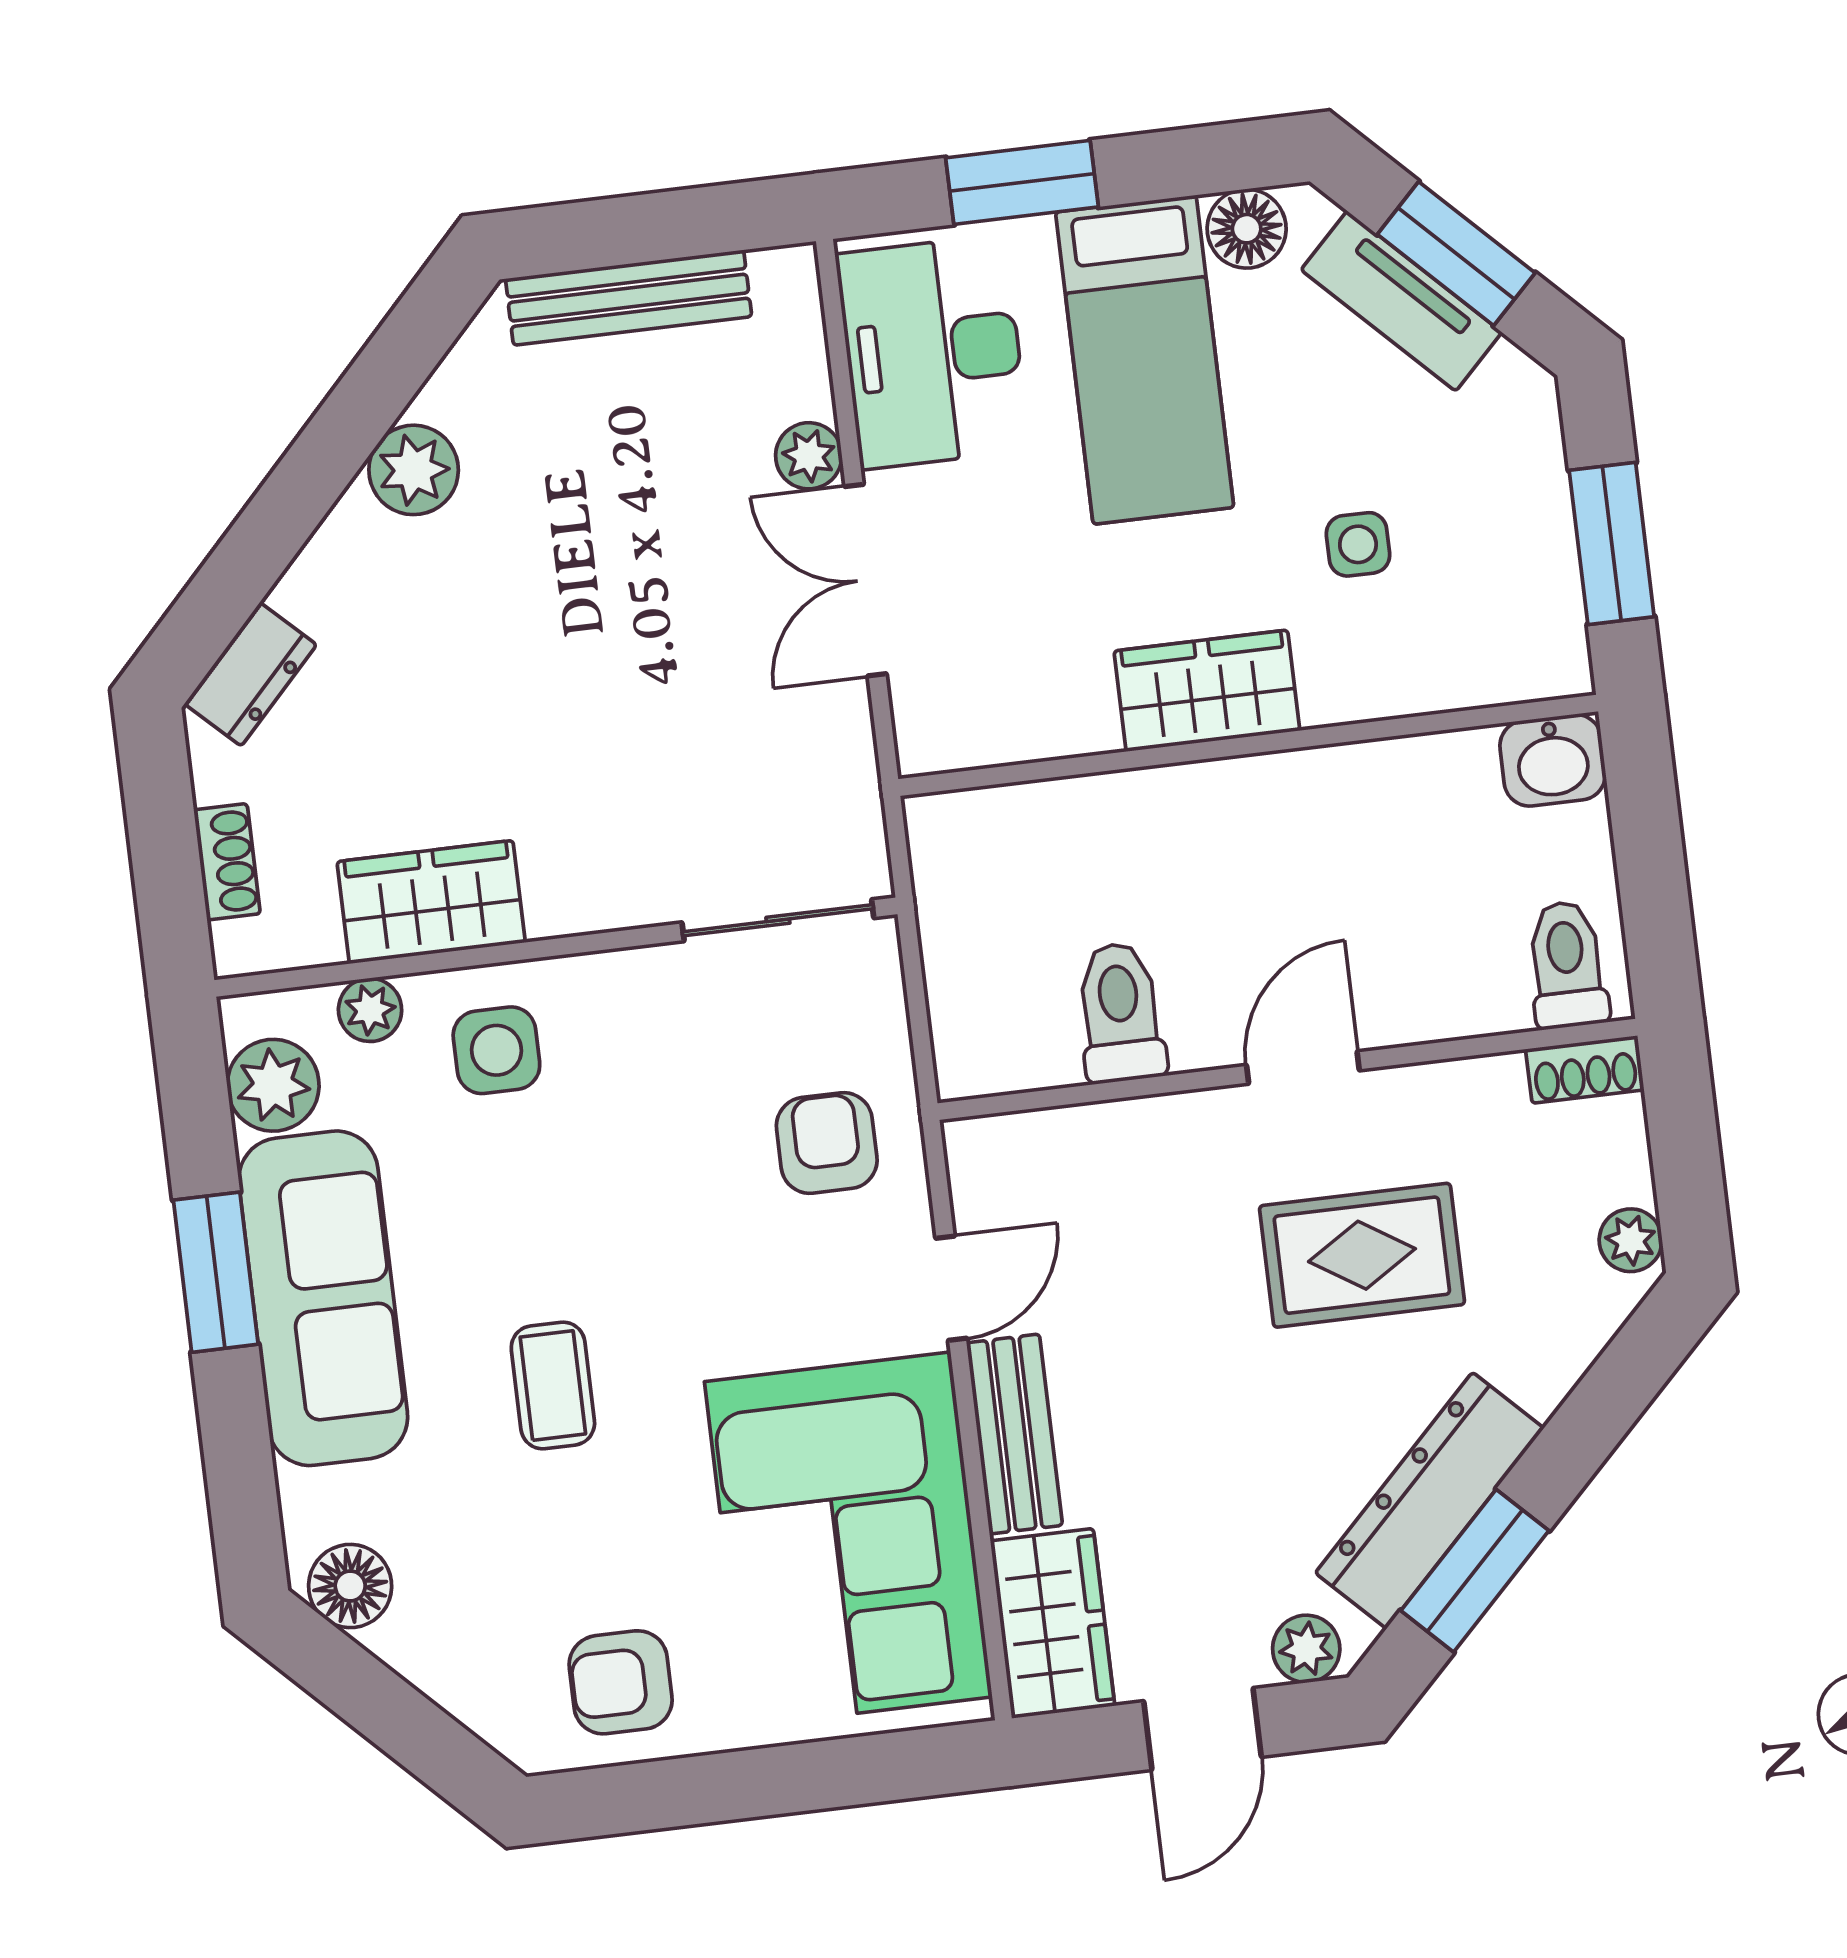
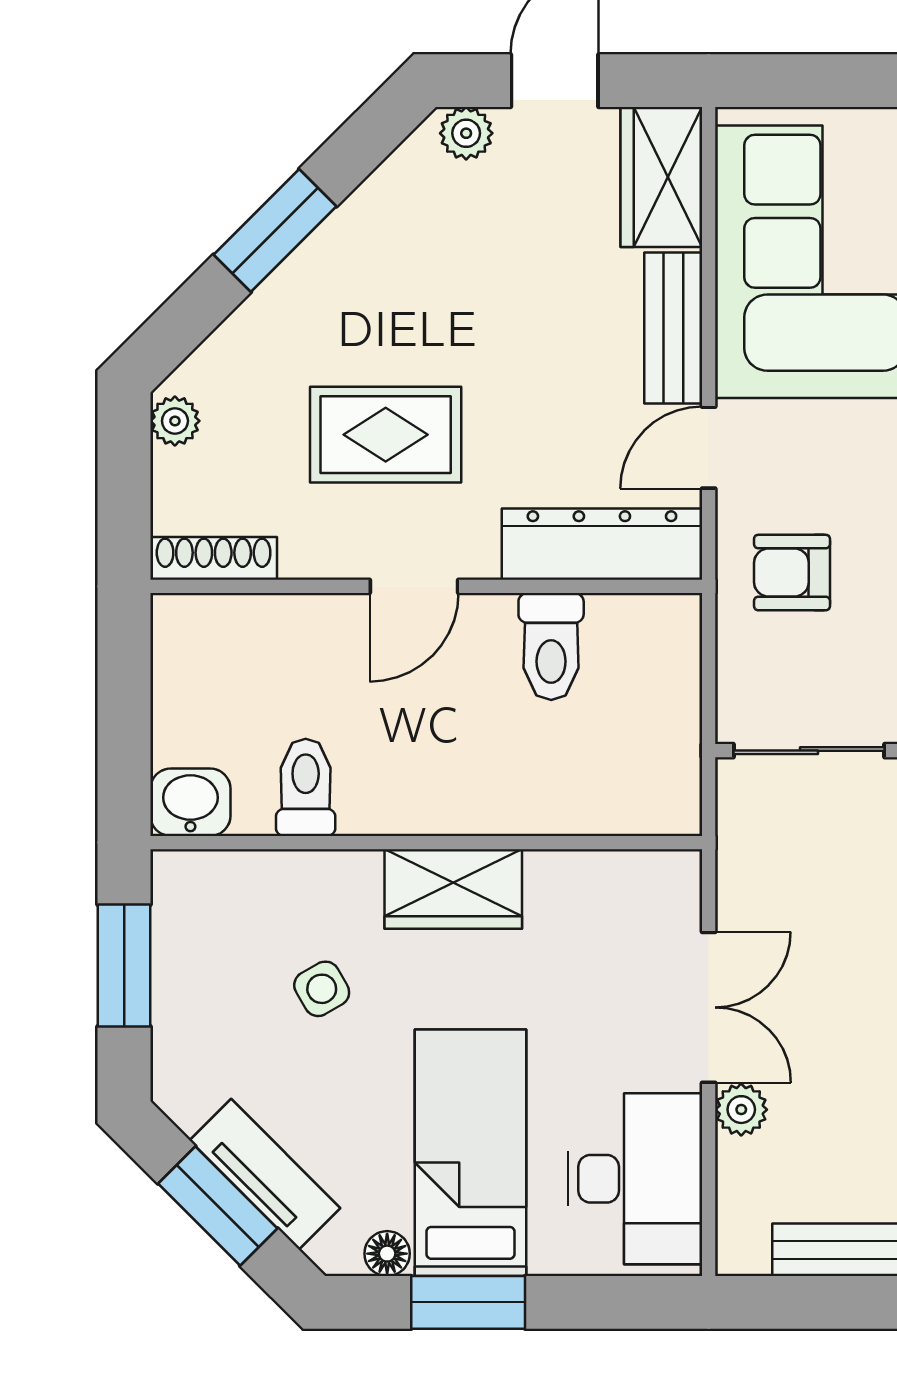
window: (1022, 182) -> (468, 1302), moved
floor lamp: (1247, 229) -> (387, 1254), width x0.73, depth x0.73
side table: (1358, 544) -> (322, 989), turned -30
toilet: (1567, 965) -> (306, 787), moved, turned 180
shoe rack: (1585, 1069) -> (214, 558), width x1.43
armchair: (827, 1143) -> (792, 573), turned 90
dresser: (1430, 1500) -> (602, 544), moved, turned -135
window: (1475, 1571) -> (275, 231), moved

